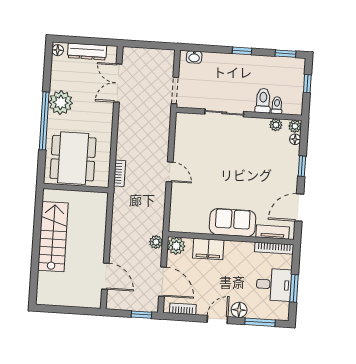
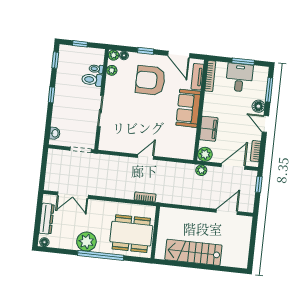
armchair: (265, 174) -> (150, 80), added

